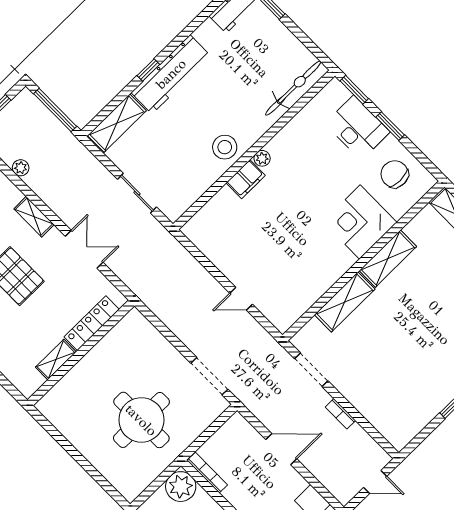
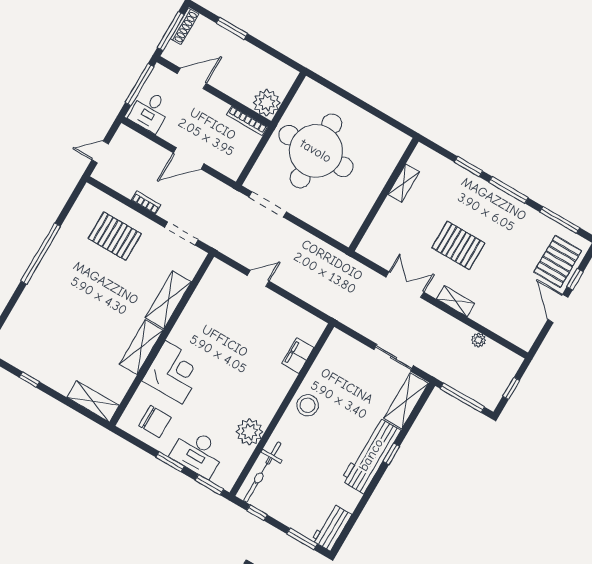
window: (311, 46) -> (257, 513), added
plant: (262, 158) -> (249, 432), moved, width x1.87, depth x1.87
filing cabinet: (246, 179) -> (298, 356), moved
sliding door: (137, 193) -> (394, 358), moved
double door: (84, 249) -> (405, 285), swing flipped
locker: (92, 323) -> (381, 223), removed
pallet: (384, 386) -> (115, 236), added
round table: (141, 420) -> (316, 151), width x1.36, depth x1.36

